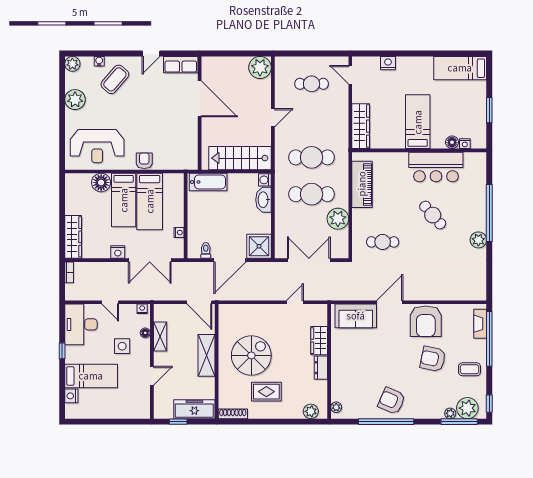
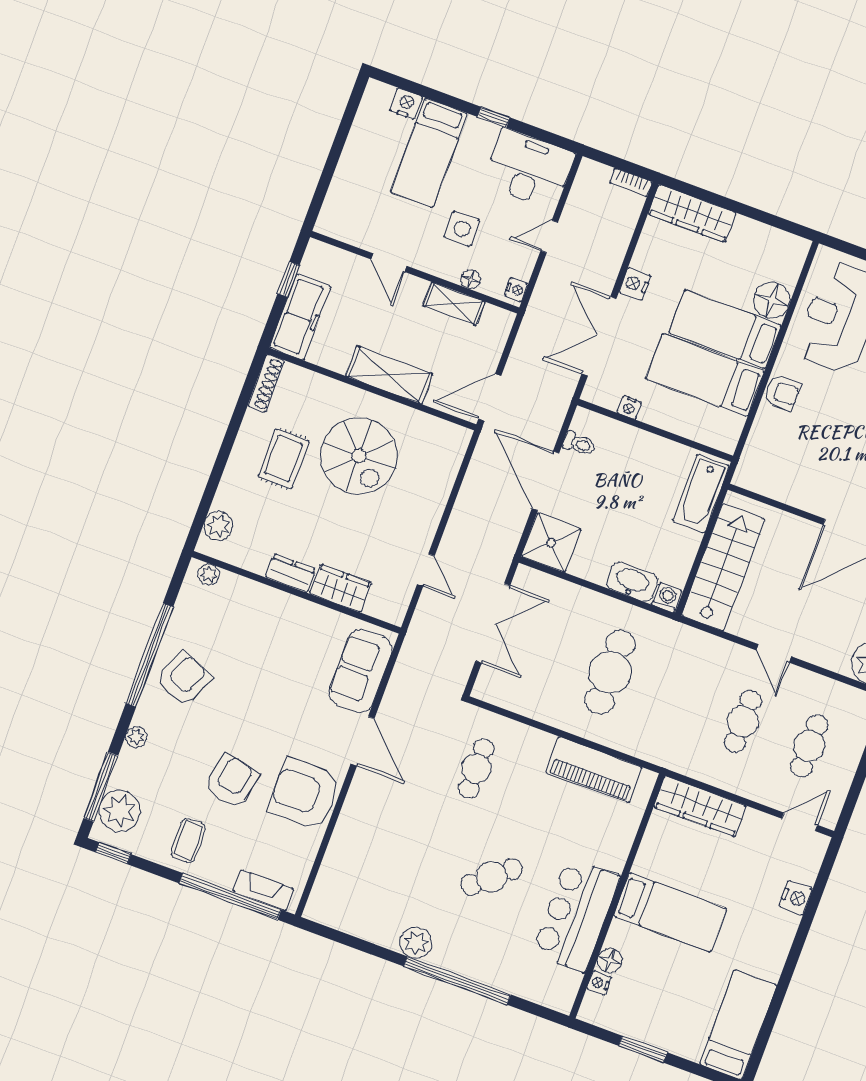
cafe table: (312, 157) -> (743, 721), moved, width x0.73, depth x0.74
plant: (338, 219) -> (548, 703), removed
plant: (450, 413) -> (136, 737), moved

